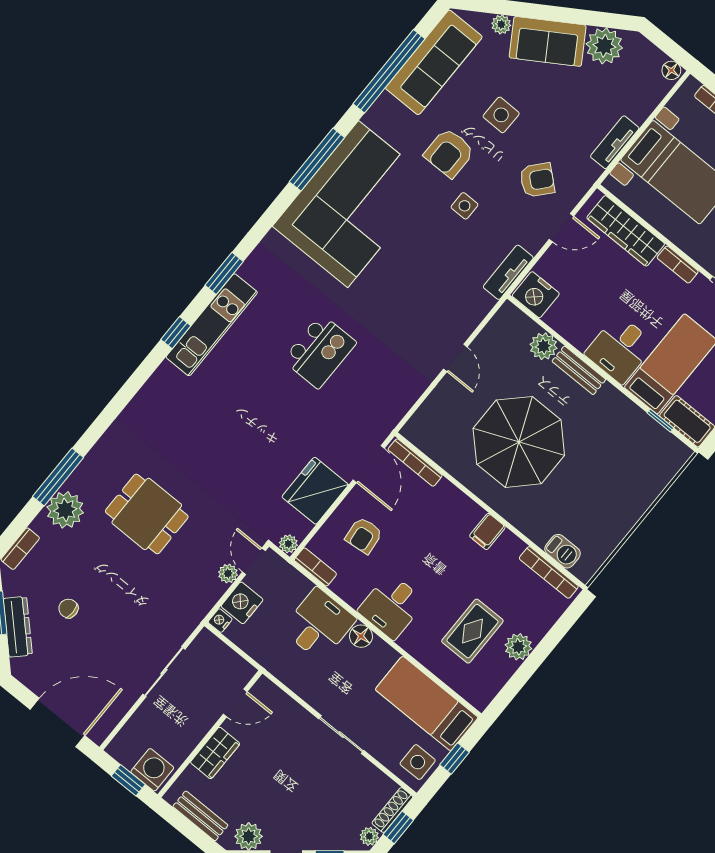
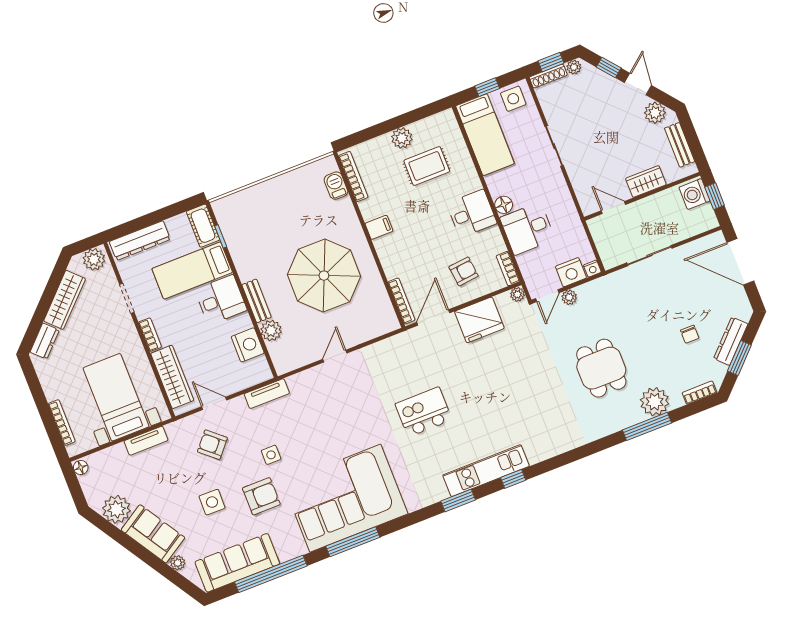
nightstand: (536, 295) -> (248, 345), moved

